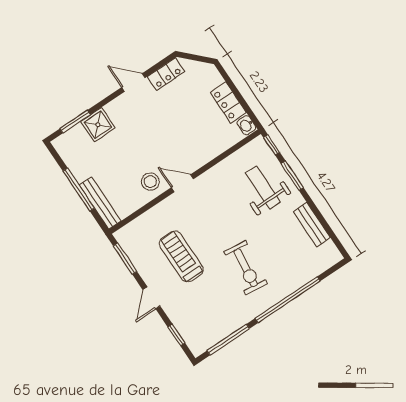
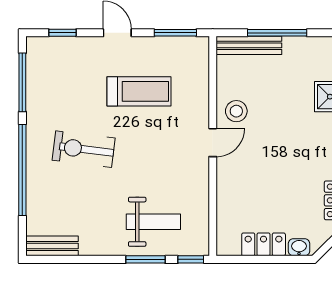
washbasin: (246, 125) -> (299, 247), moved
bench: (312, 224) -> (52, 246), moved

